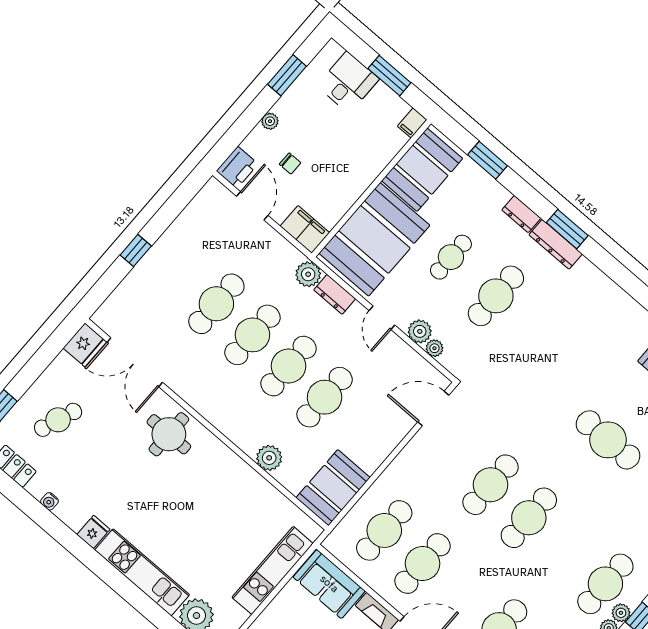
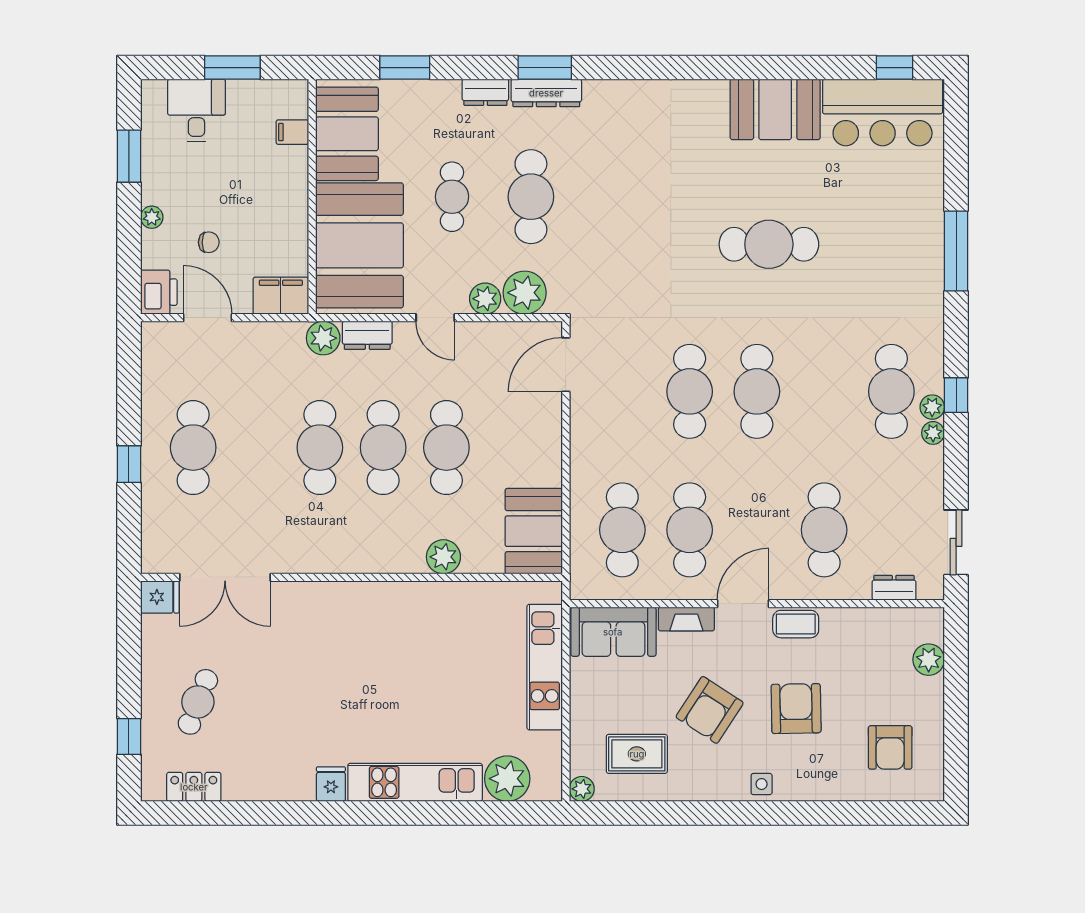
filing cabinet: (412, 123) -> (292, 132), moved, turned 90
cafe table: (216, 304) -> (193, 448), moved
fridge: (85, 345) -> (160, 597), width x0.72
plant: (434, 348) -> (525, 293), width x1.87, depth x1.87
round table: (169, 434) -> (322, 620), removed
water cooler: (50, 501) -> (260, 791), removed

